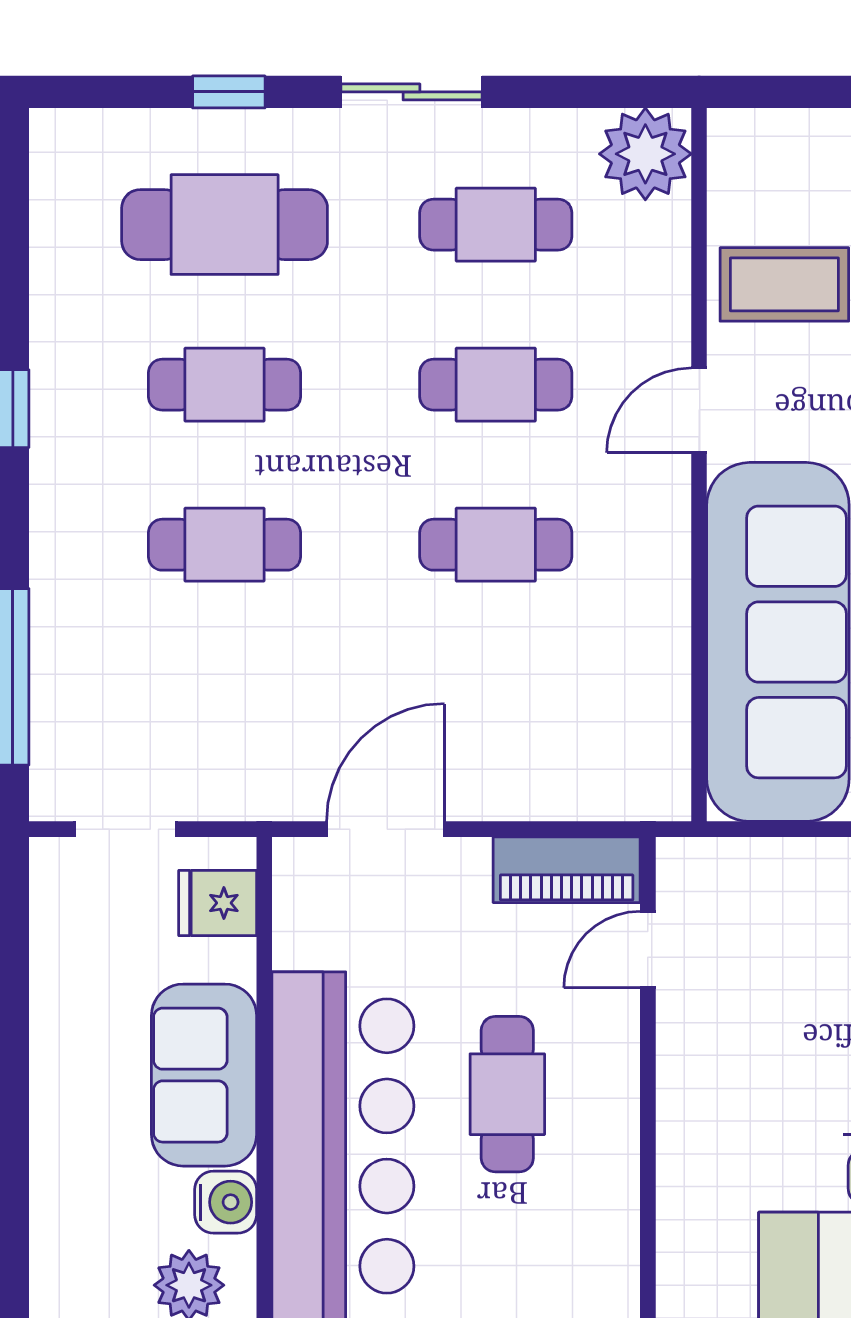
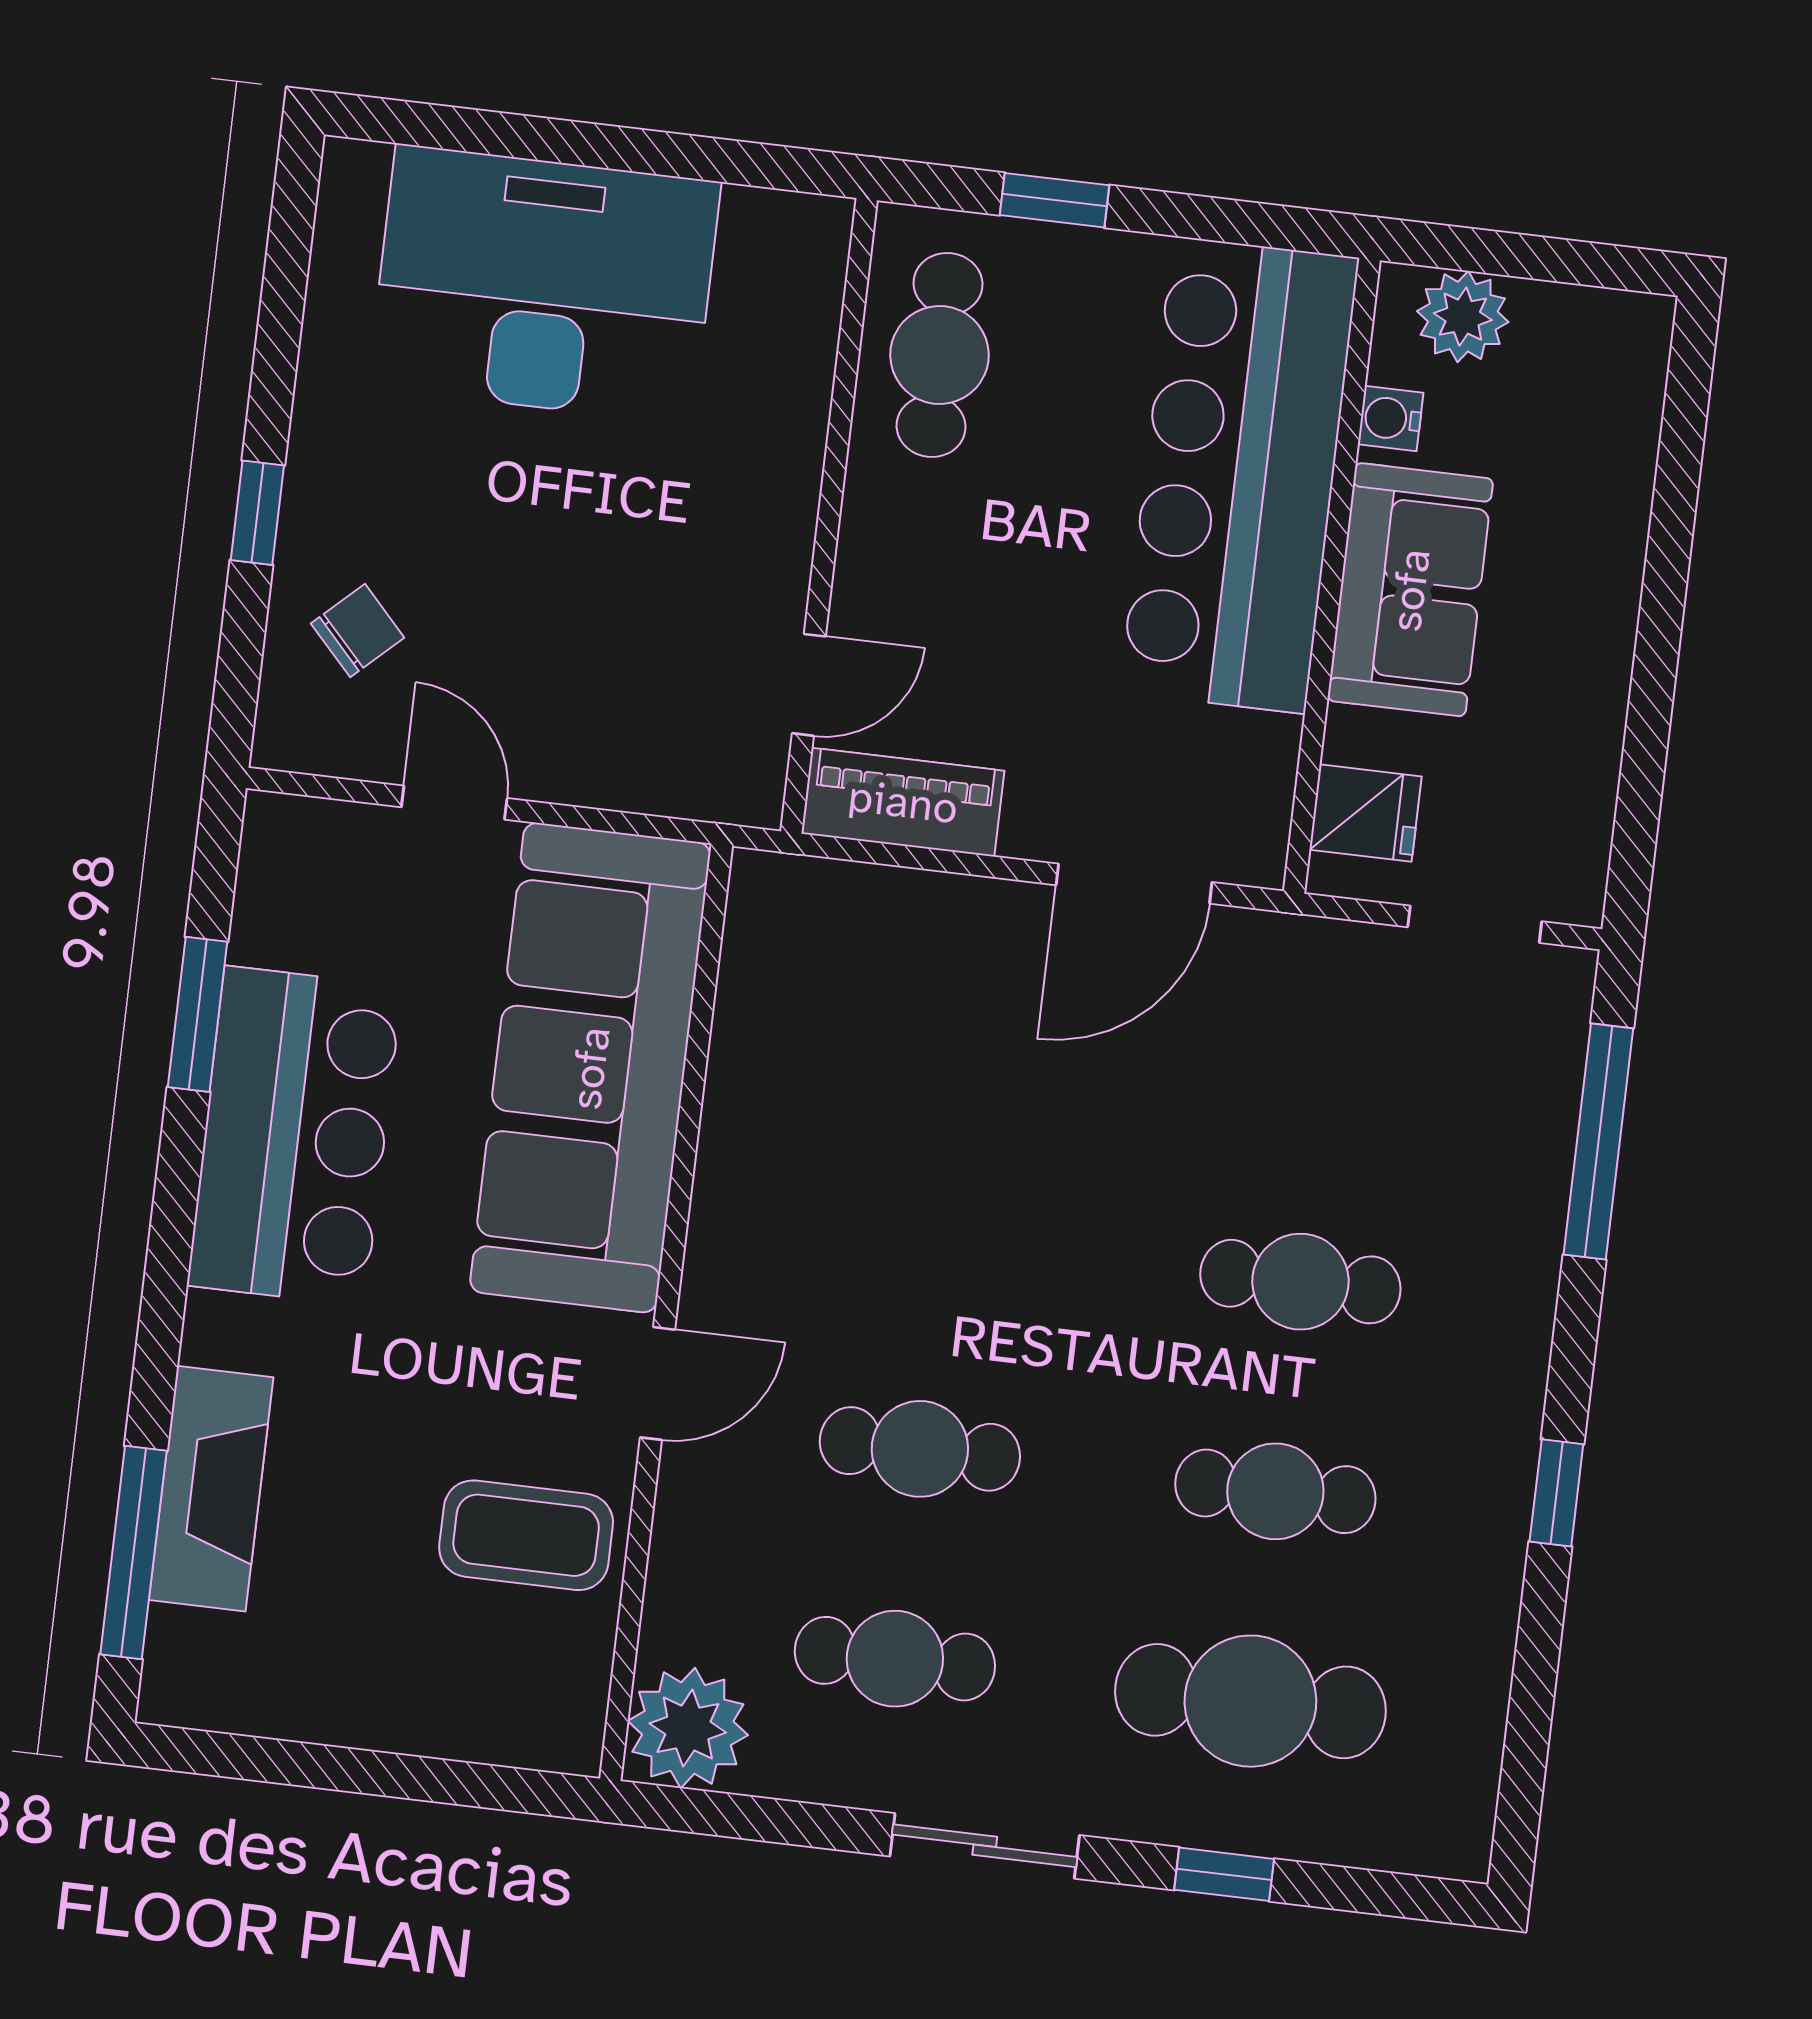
cafe table: (496, 545) -> (945, 1239), removed
cafe table: (507, 1094) -> (939, 355), moved
water cooler: (226, 1202) -> (1391, 418), width x0.72, depth x0.72

